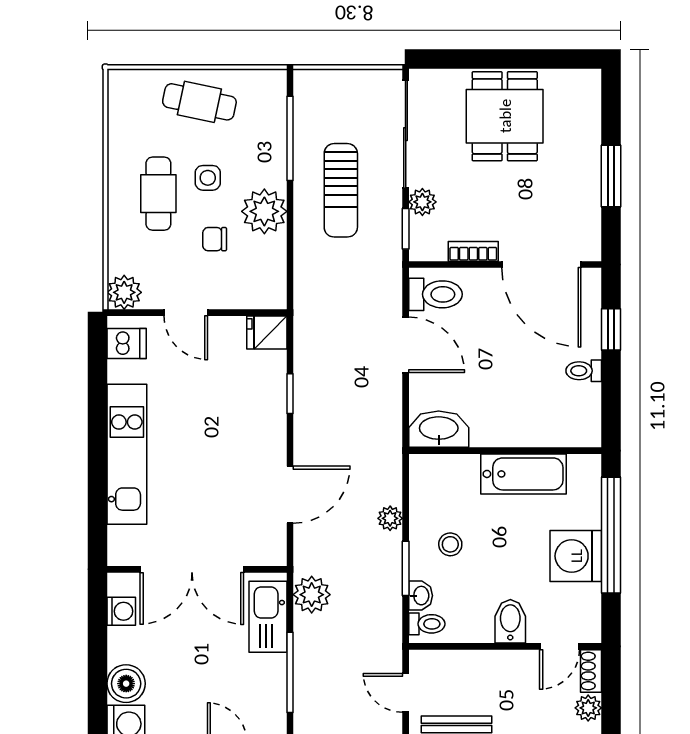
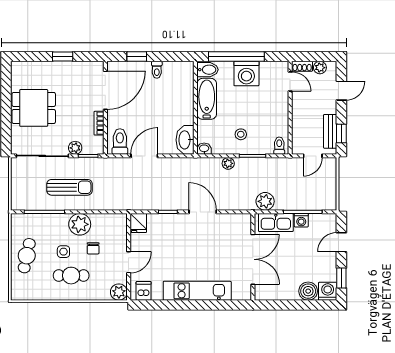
window: (611, 176) -> (63, 57), width x0.67
door: (290, 495) -> (203, 212), moved
washbasin: (421, 596) -> (204, 149), moved
washing machine: (121, 611) -> (301, 220), moved, turned 180
bidet: (510, 621) -> (208, 70), moved, turned 180

